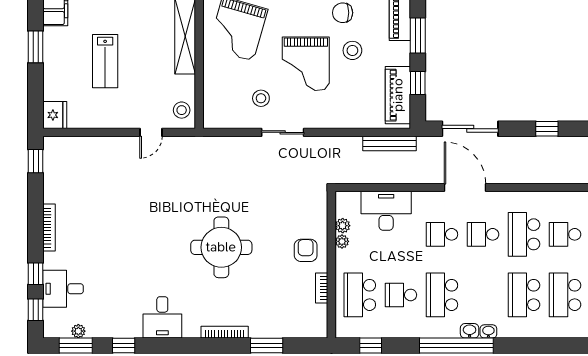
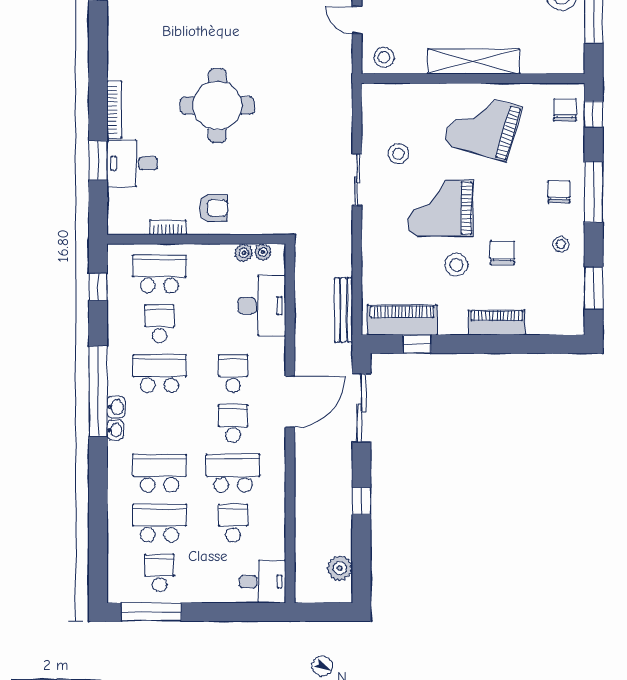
window: (418, 35) -> (475, 344), removed
plant: (342, 241) -> (263, 252), moved
desk: (162, 317) -> (132, 163), moved

